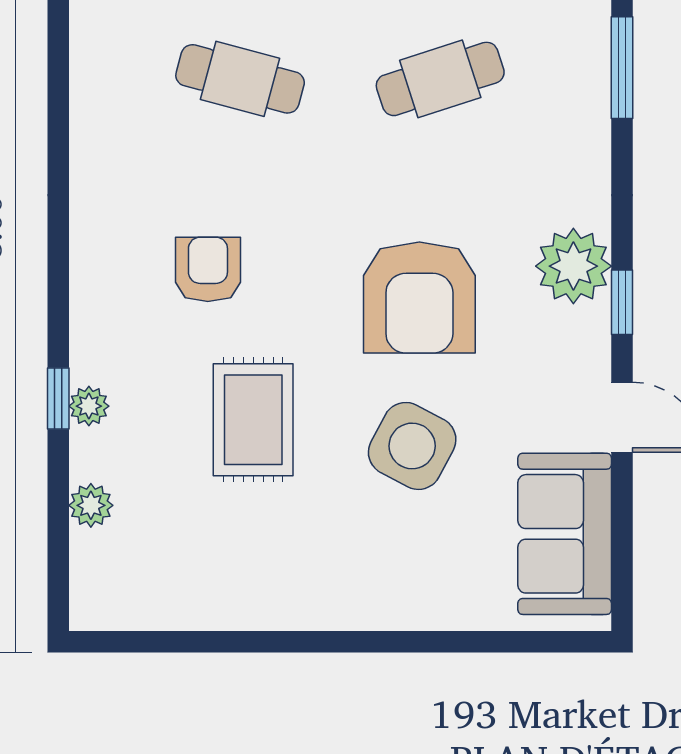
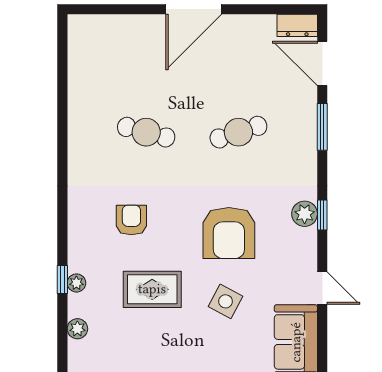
plant: (573, 266) -> (305, 214), width x0.73, depth x0.73
window: (622, 302) -> (322, 215), moved
rug: (253, 420) -> (152, 289), turned 90
side table: (412, 446) -> (226, 301), width x0.73, depth x0.73

